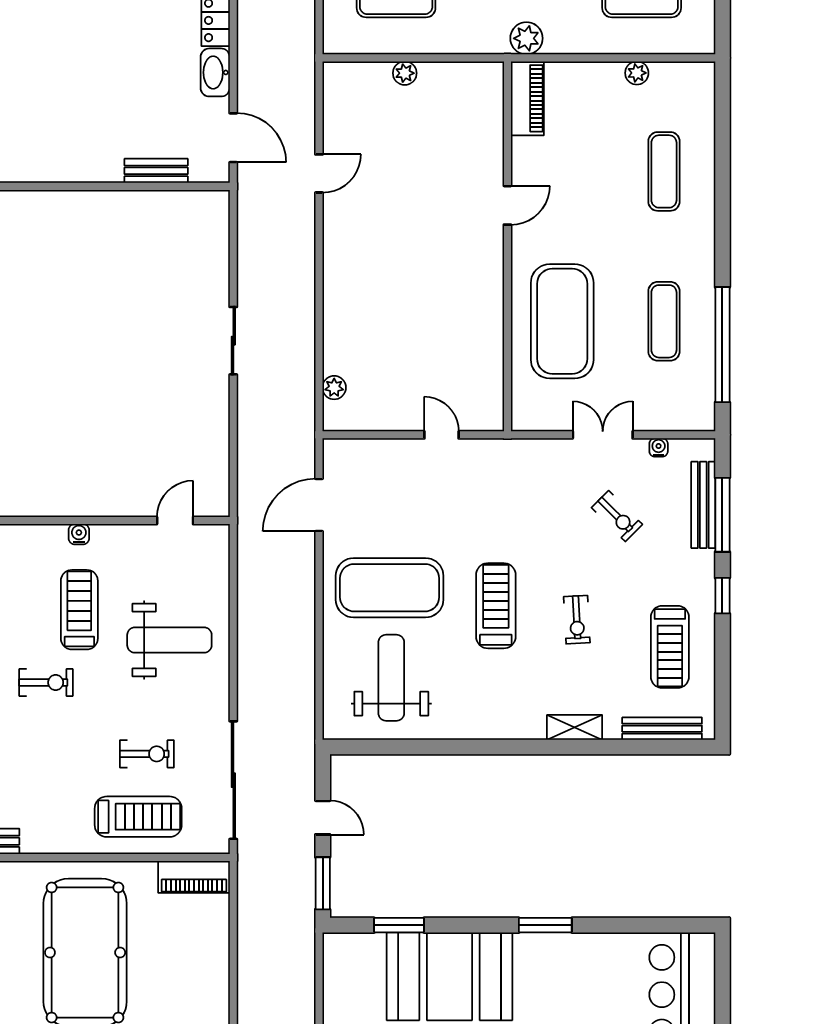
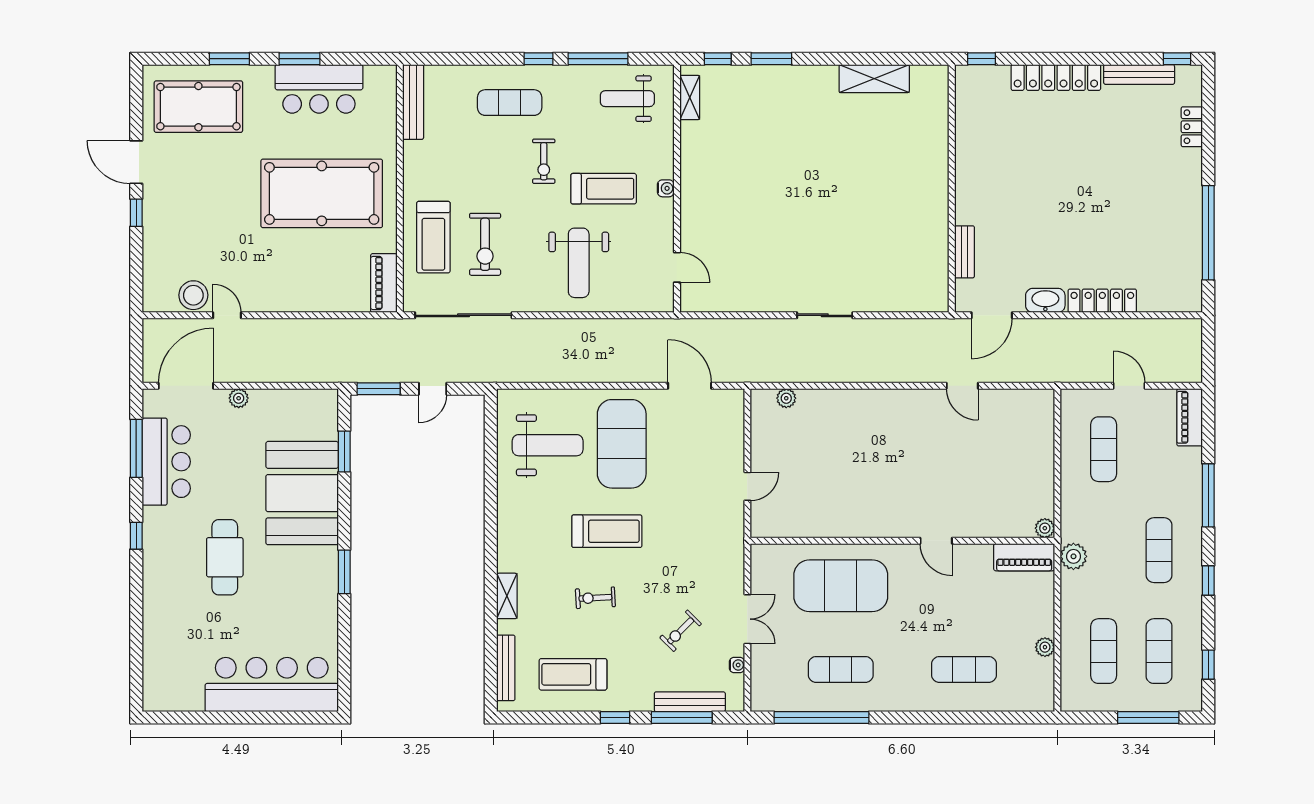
plant: (405, 73) -> (1045, 528), moved
exercise bike: (147, 754) -> (485, 244), width x1.38, depth x1.39

